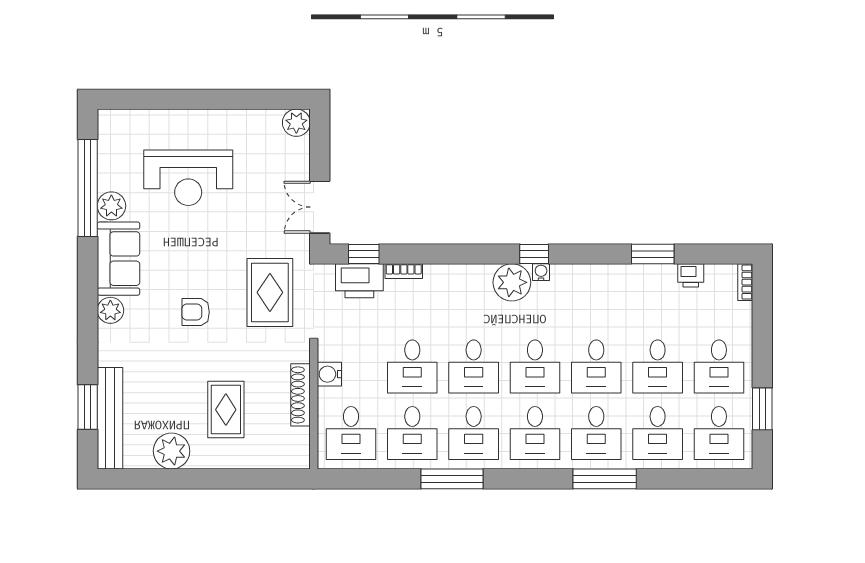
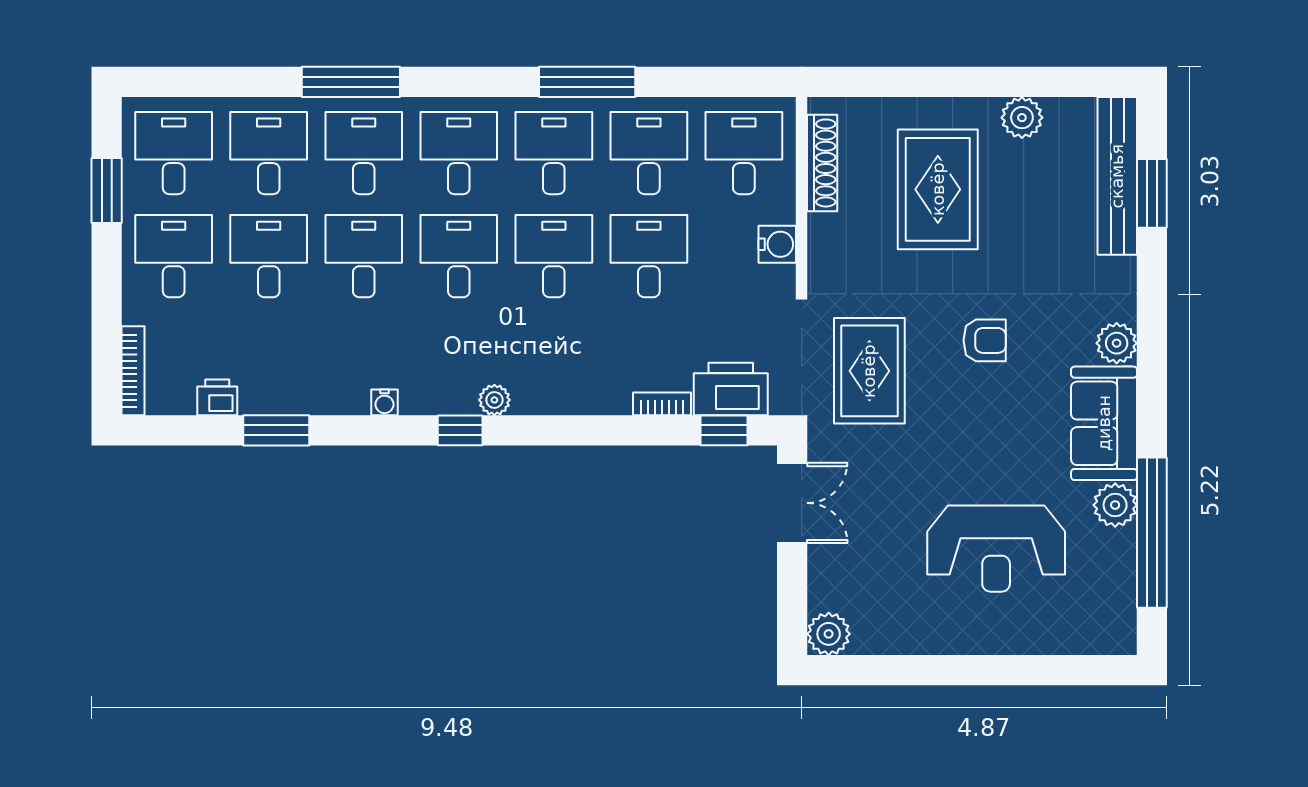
reception desk: (188, 178) -> (996, 549), turned 180
water cooler: (541, 272) -> (384, 402), moved
plant: (512, 282) -> (494, 400), width x0.53, depth x0.53
bookcase: (745, 282) -> (133, 371), width x1.56
shoe rack: (300, 395) -> (822, 163), moved
rug: (226, 410) -> (938, 189), width x1.36, depth x1.43
plant: (172, 451) -> (1022, 118), width x0.73, depth x0.73

